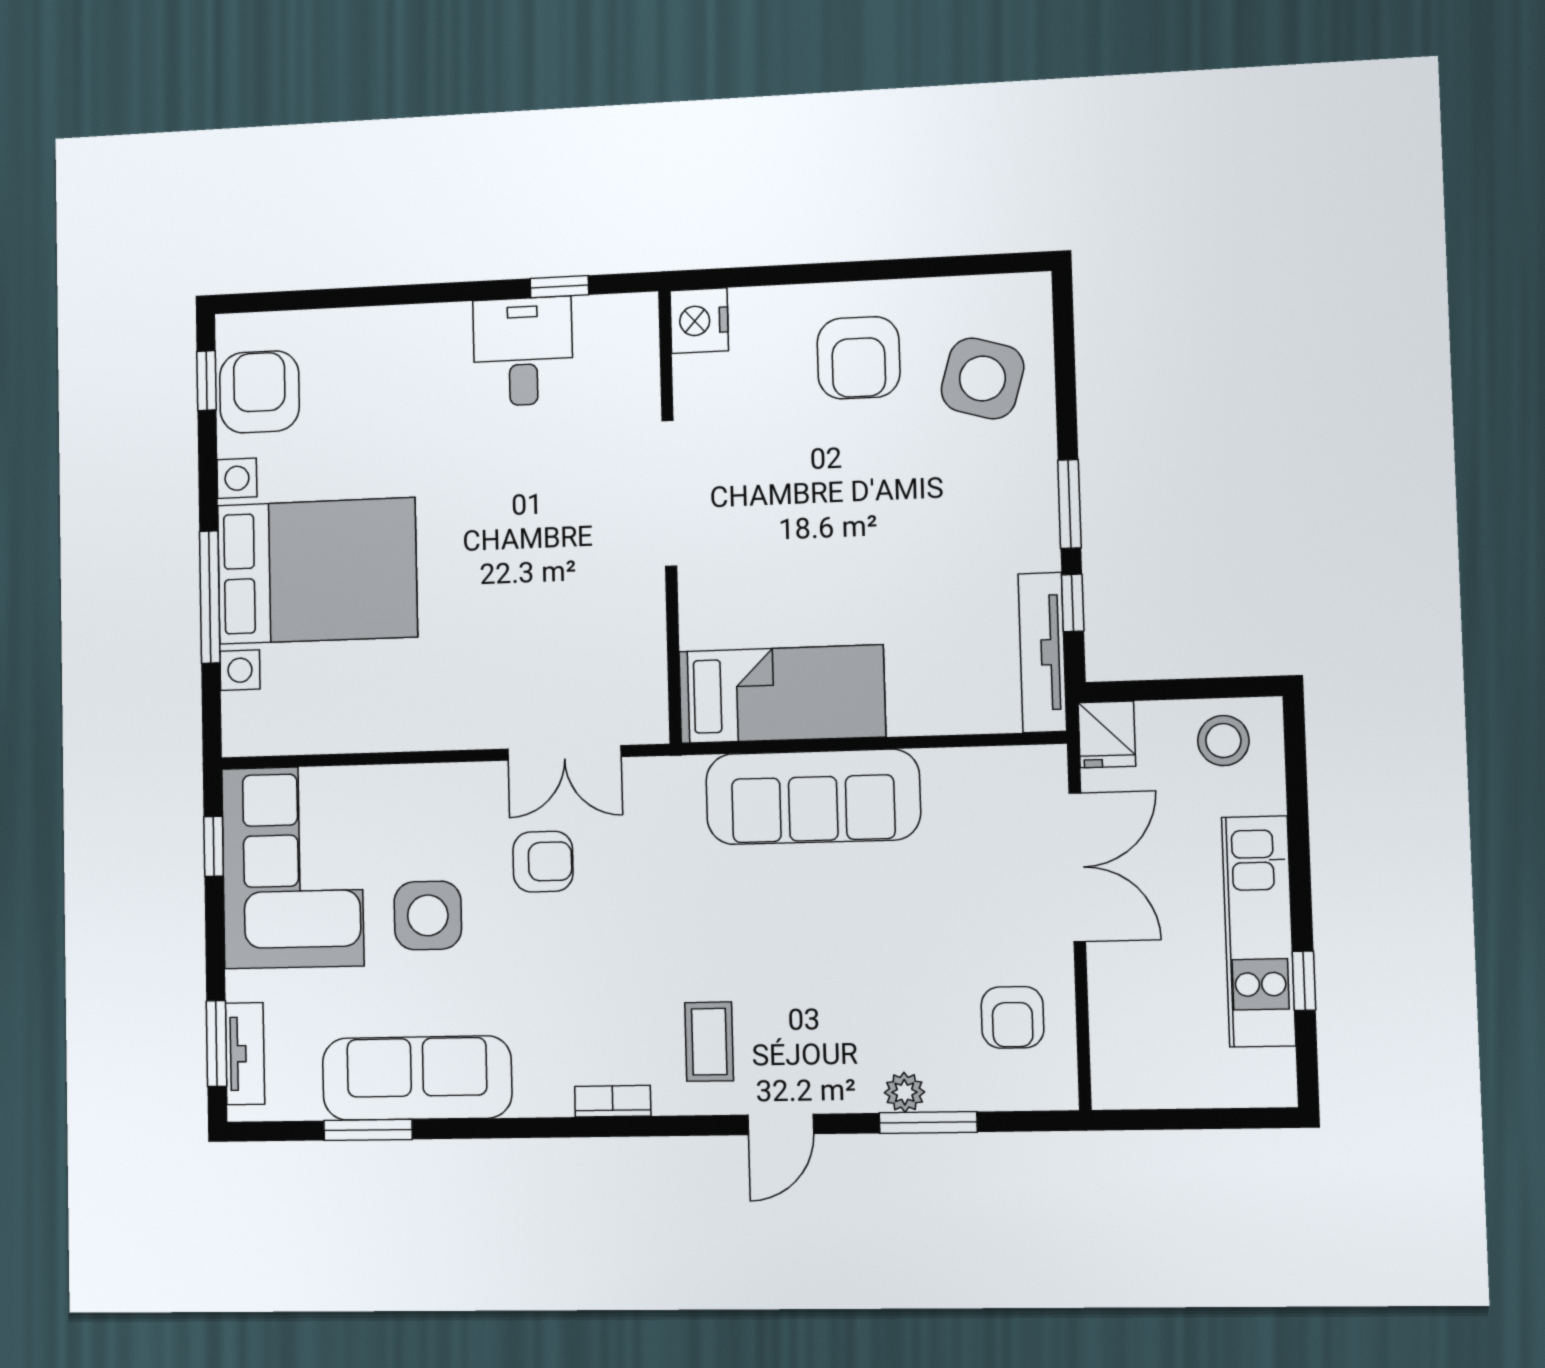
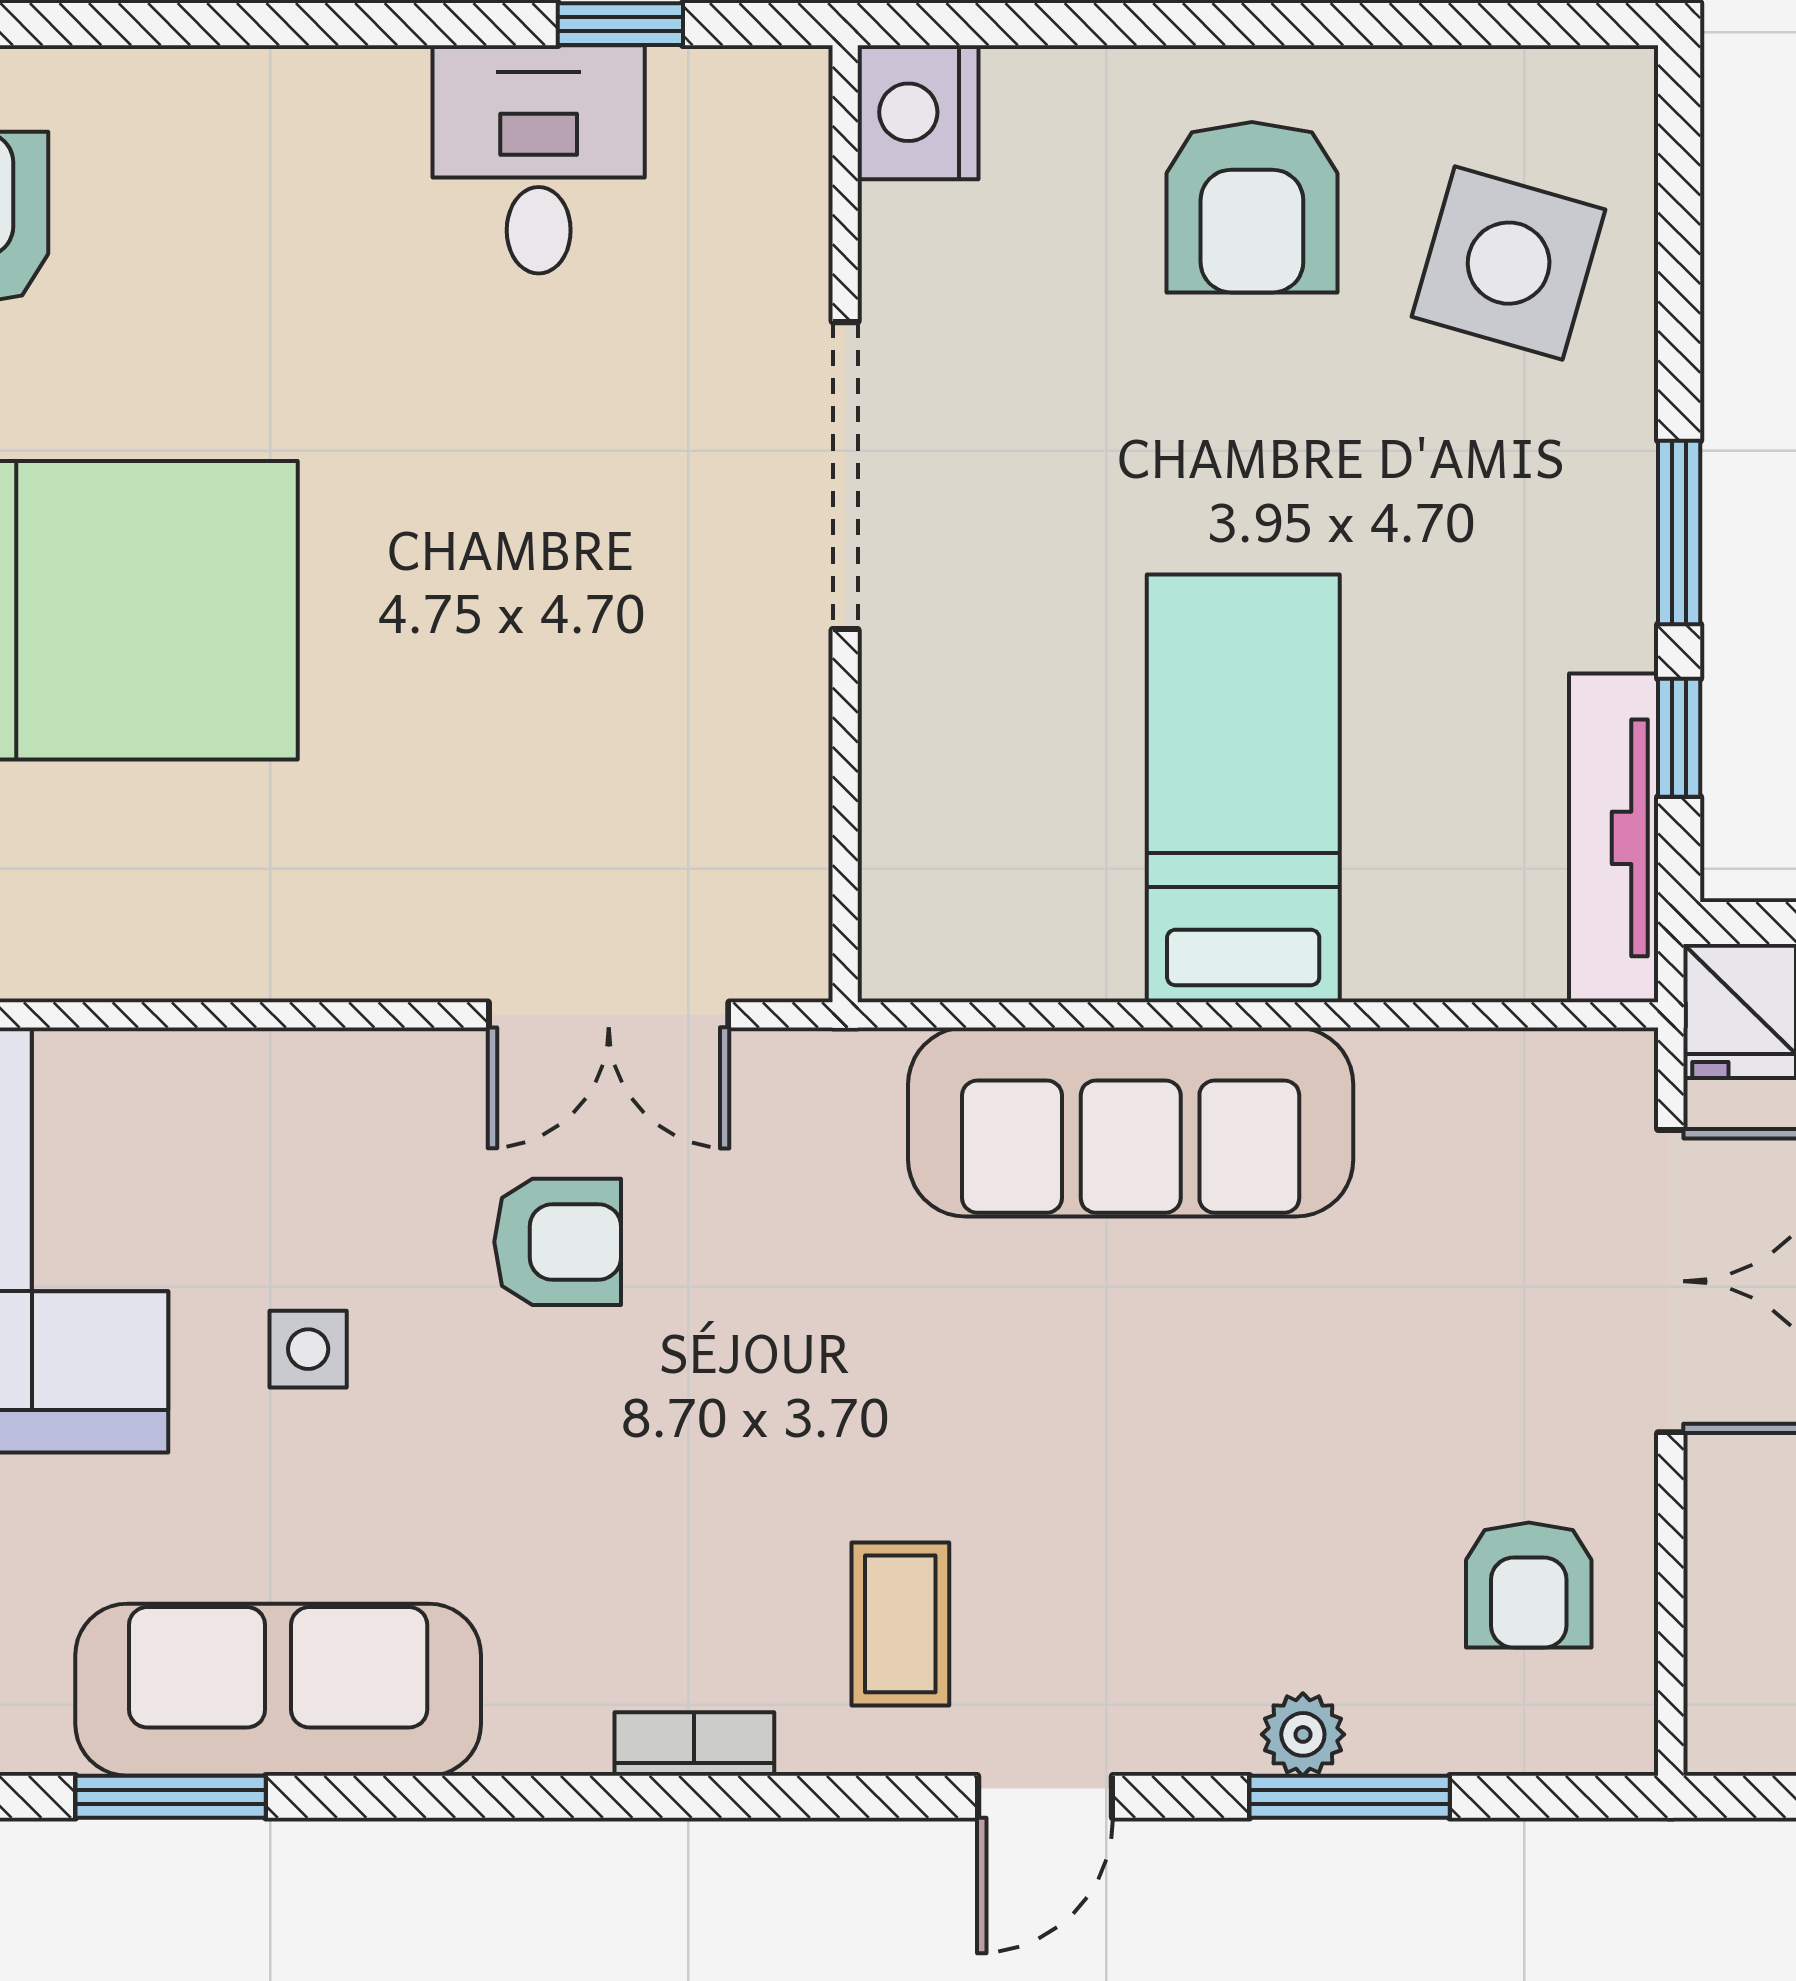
bed: (782, 694) -> (1243, 788), moved, turned -90
side table: (428, 915) -> (308, 1349), width x0.54, depth x0.54

